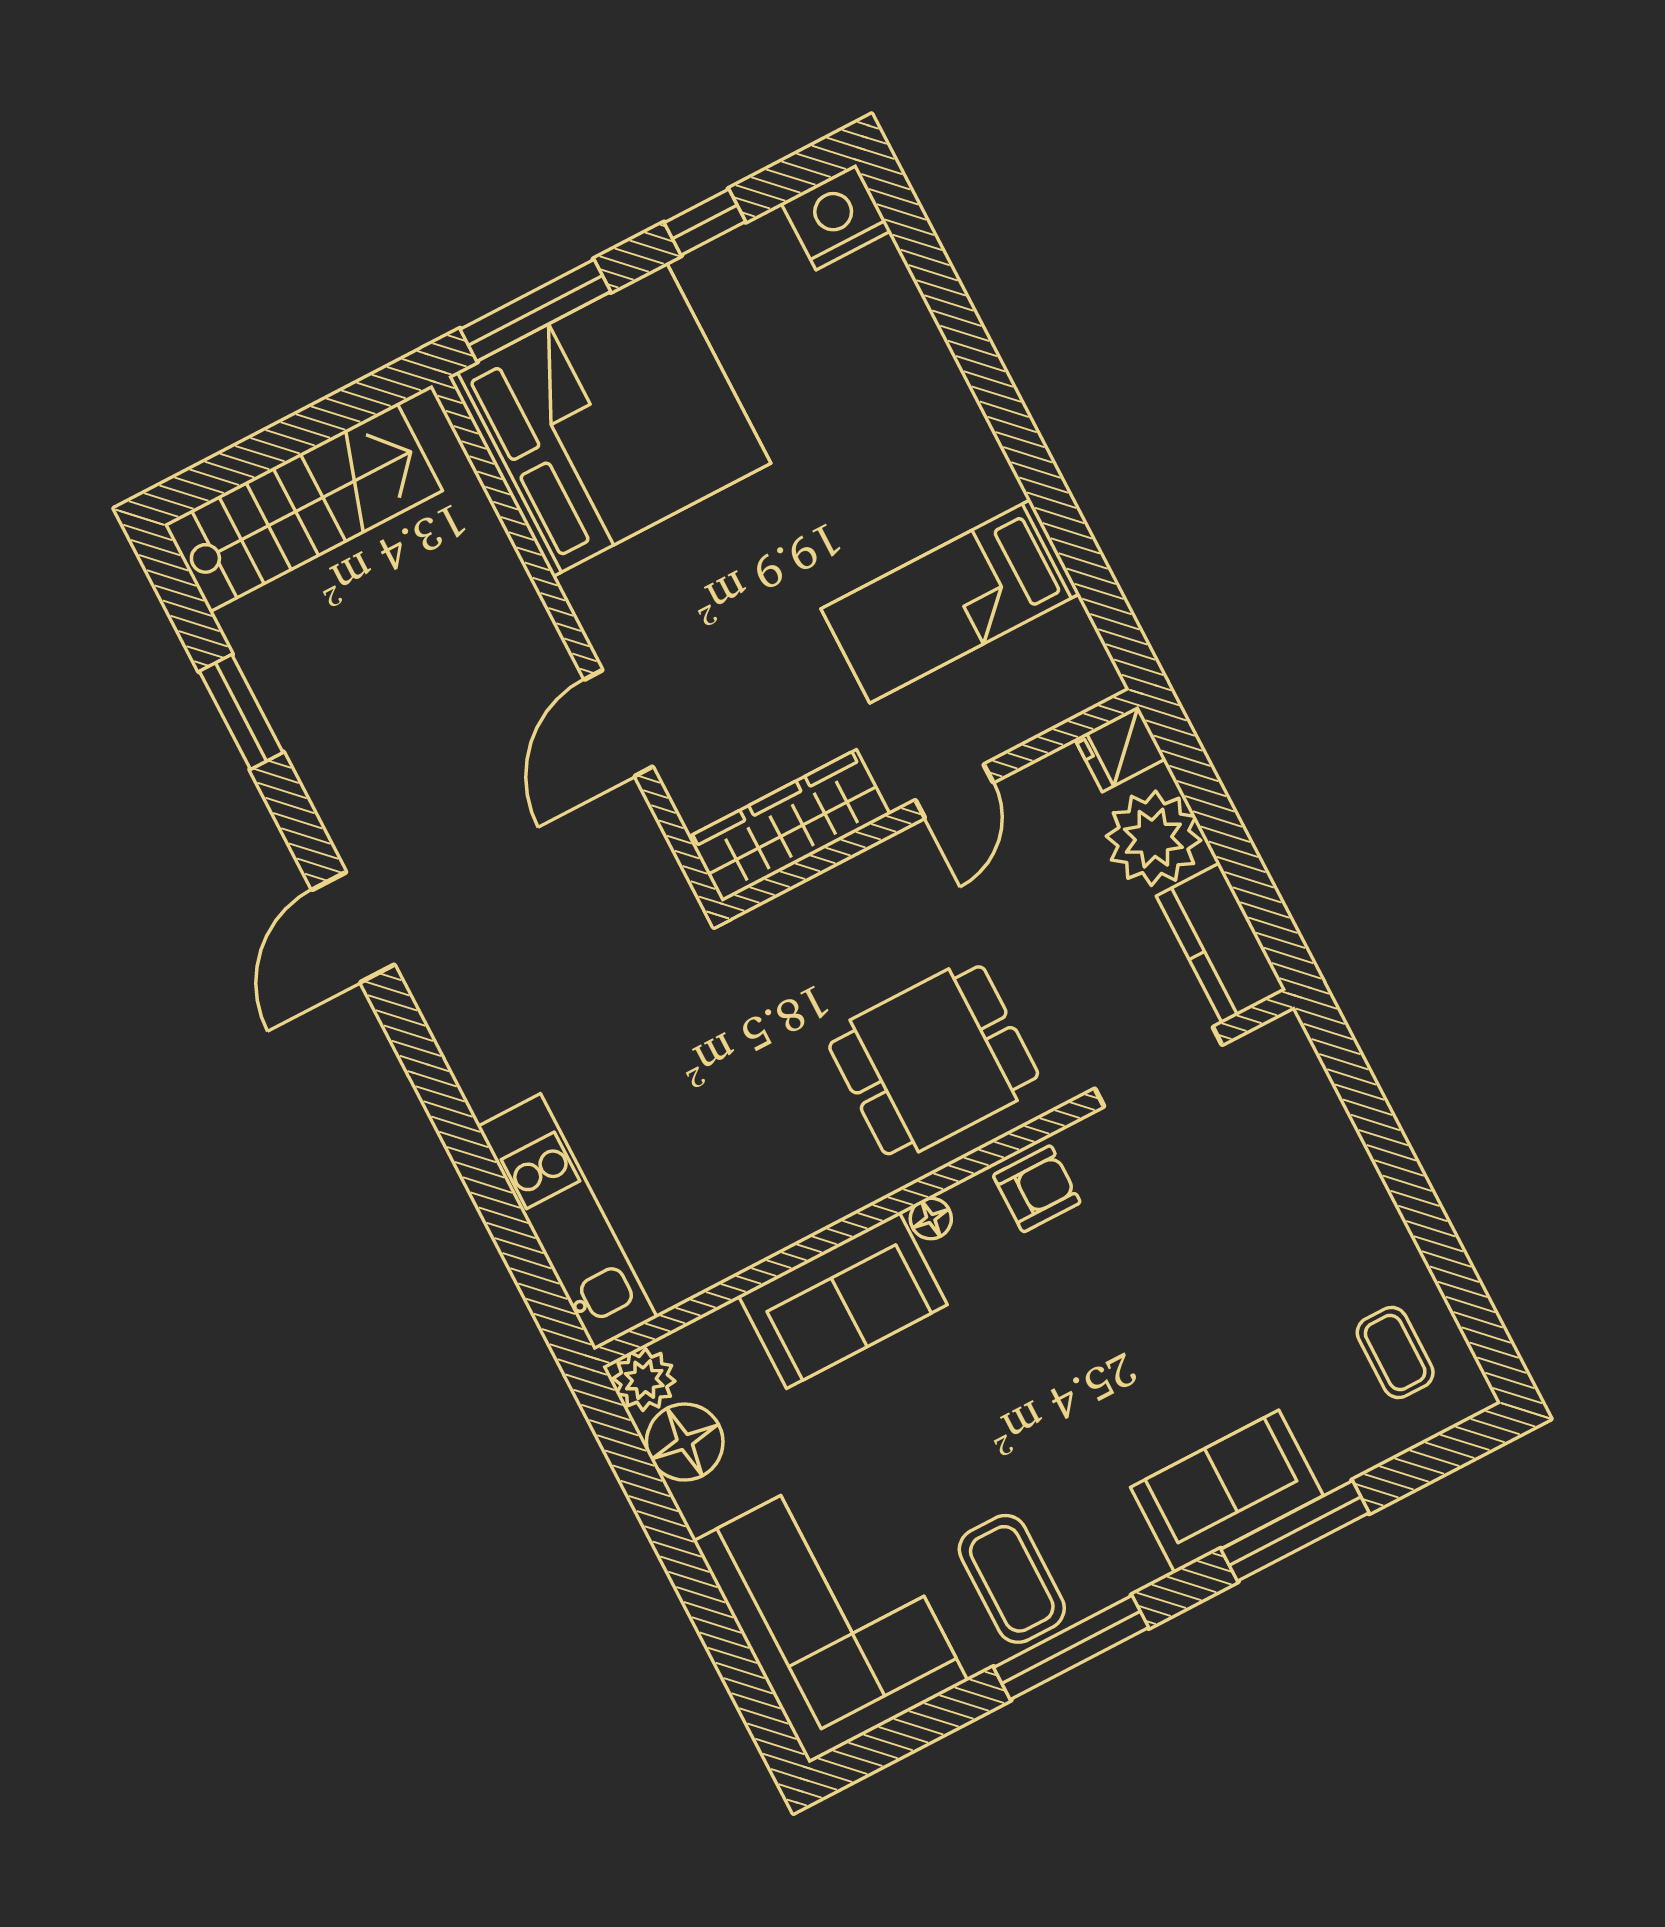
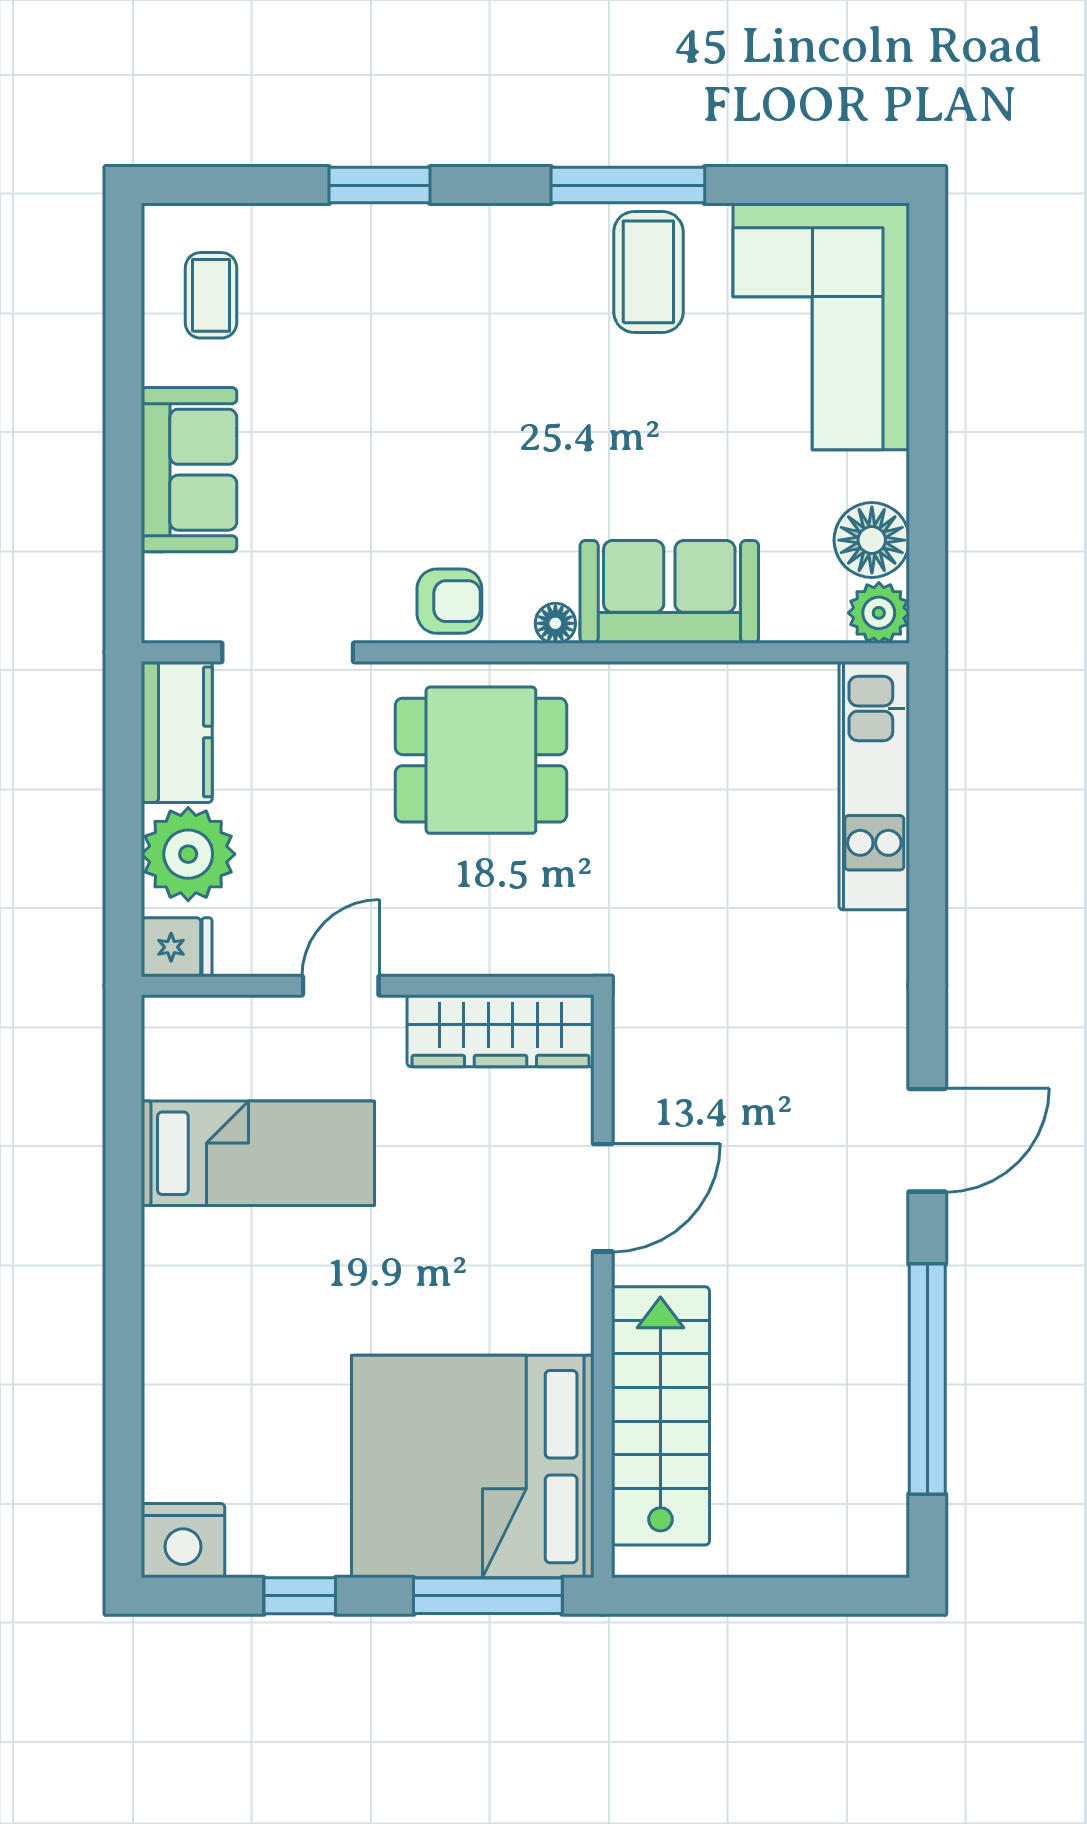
stairs: (303, 507) -> (660, 1416), moved, turned 90
window: (241, 712) -> (927, 1379), width x2.11
armchair: (1037, 1189) -> (449, 601), turned 180
sofa: (1227, 1491) -> (189, 470), moved, turned -90
window: (1295, 1531) -> (379, 185), width x0.69

